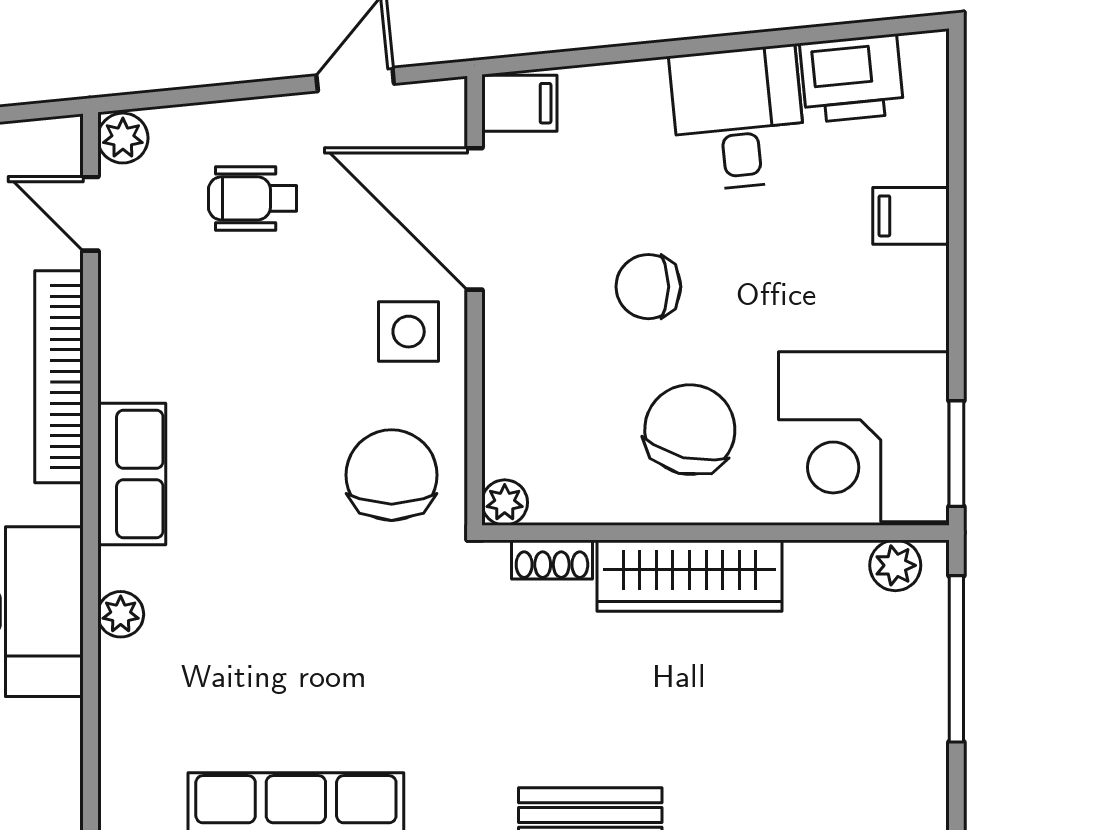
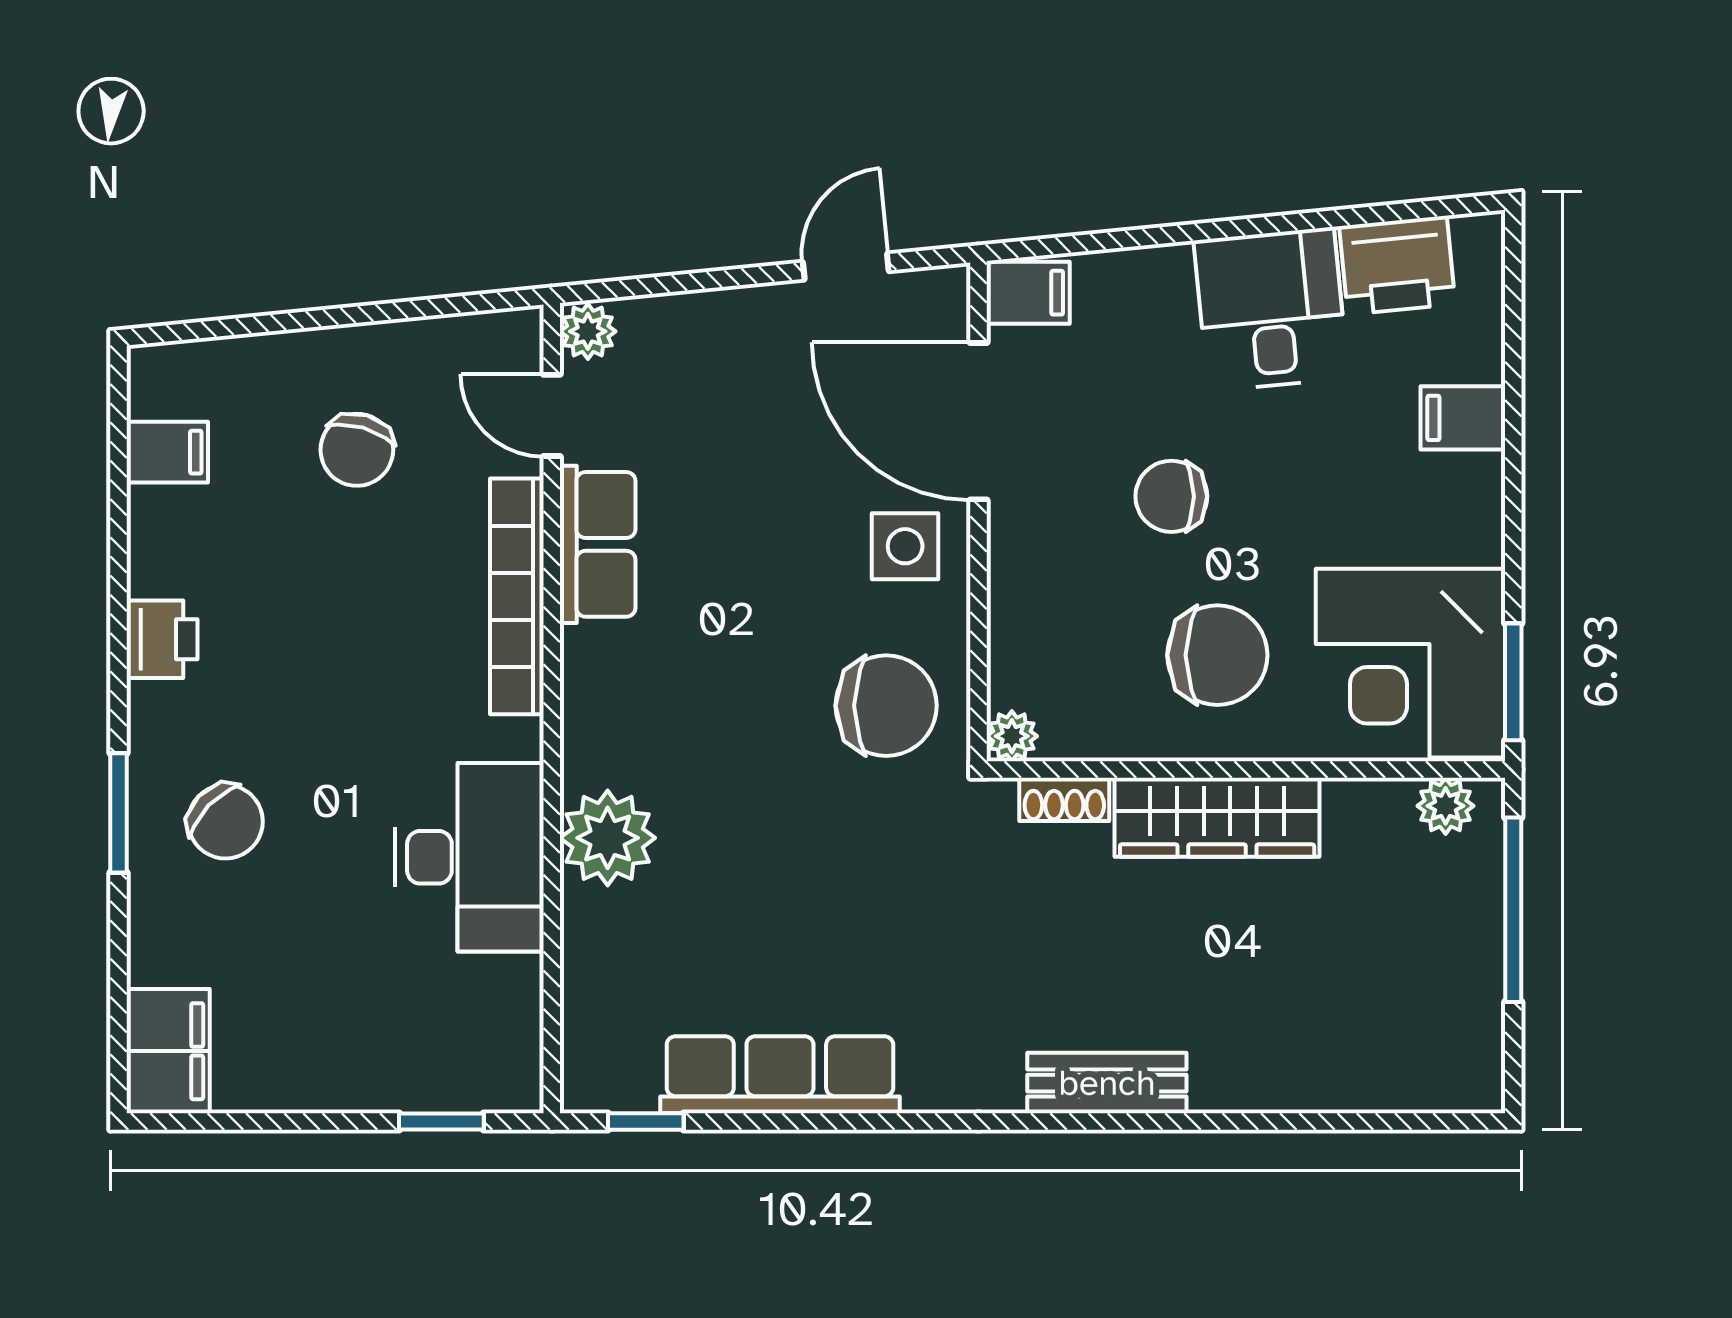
wheelchair: (253, 198) -> (732, 398), removed
chair: (690, 430) -> (1217, 655), turned 76
row of seats: (132, 474) -> (598, 544), moved
chair: (392, 475) -> (886, 706), turned 90
plant: (121, 614) -> (608, 838), width x1.88, depth x1.88

